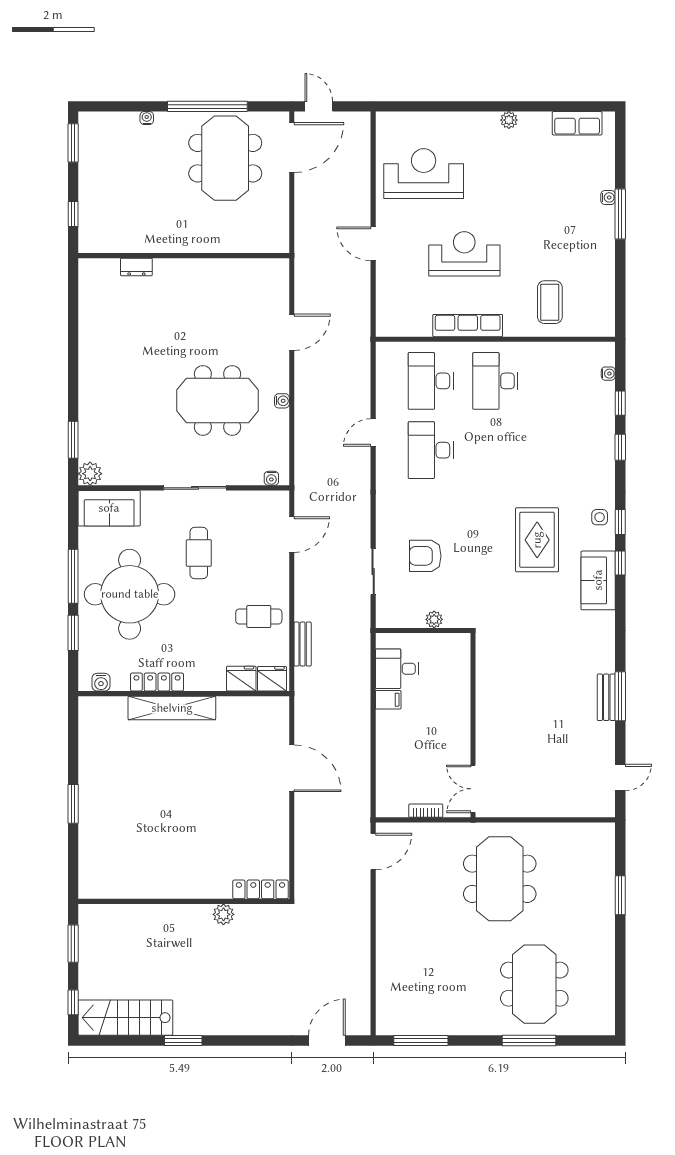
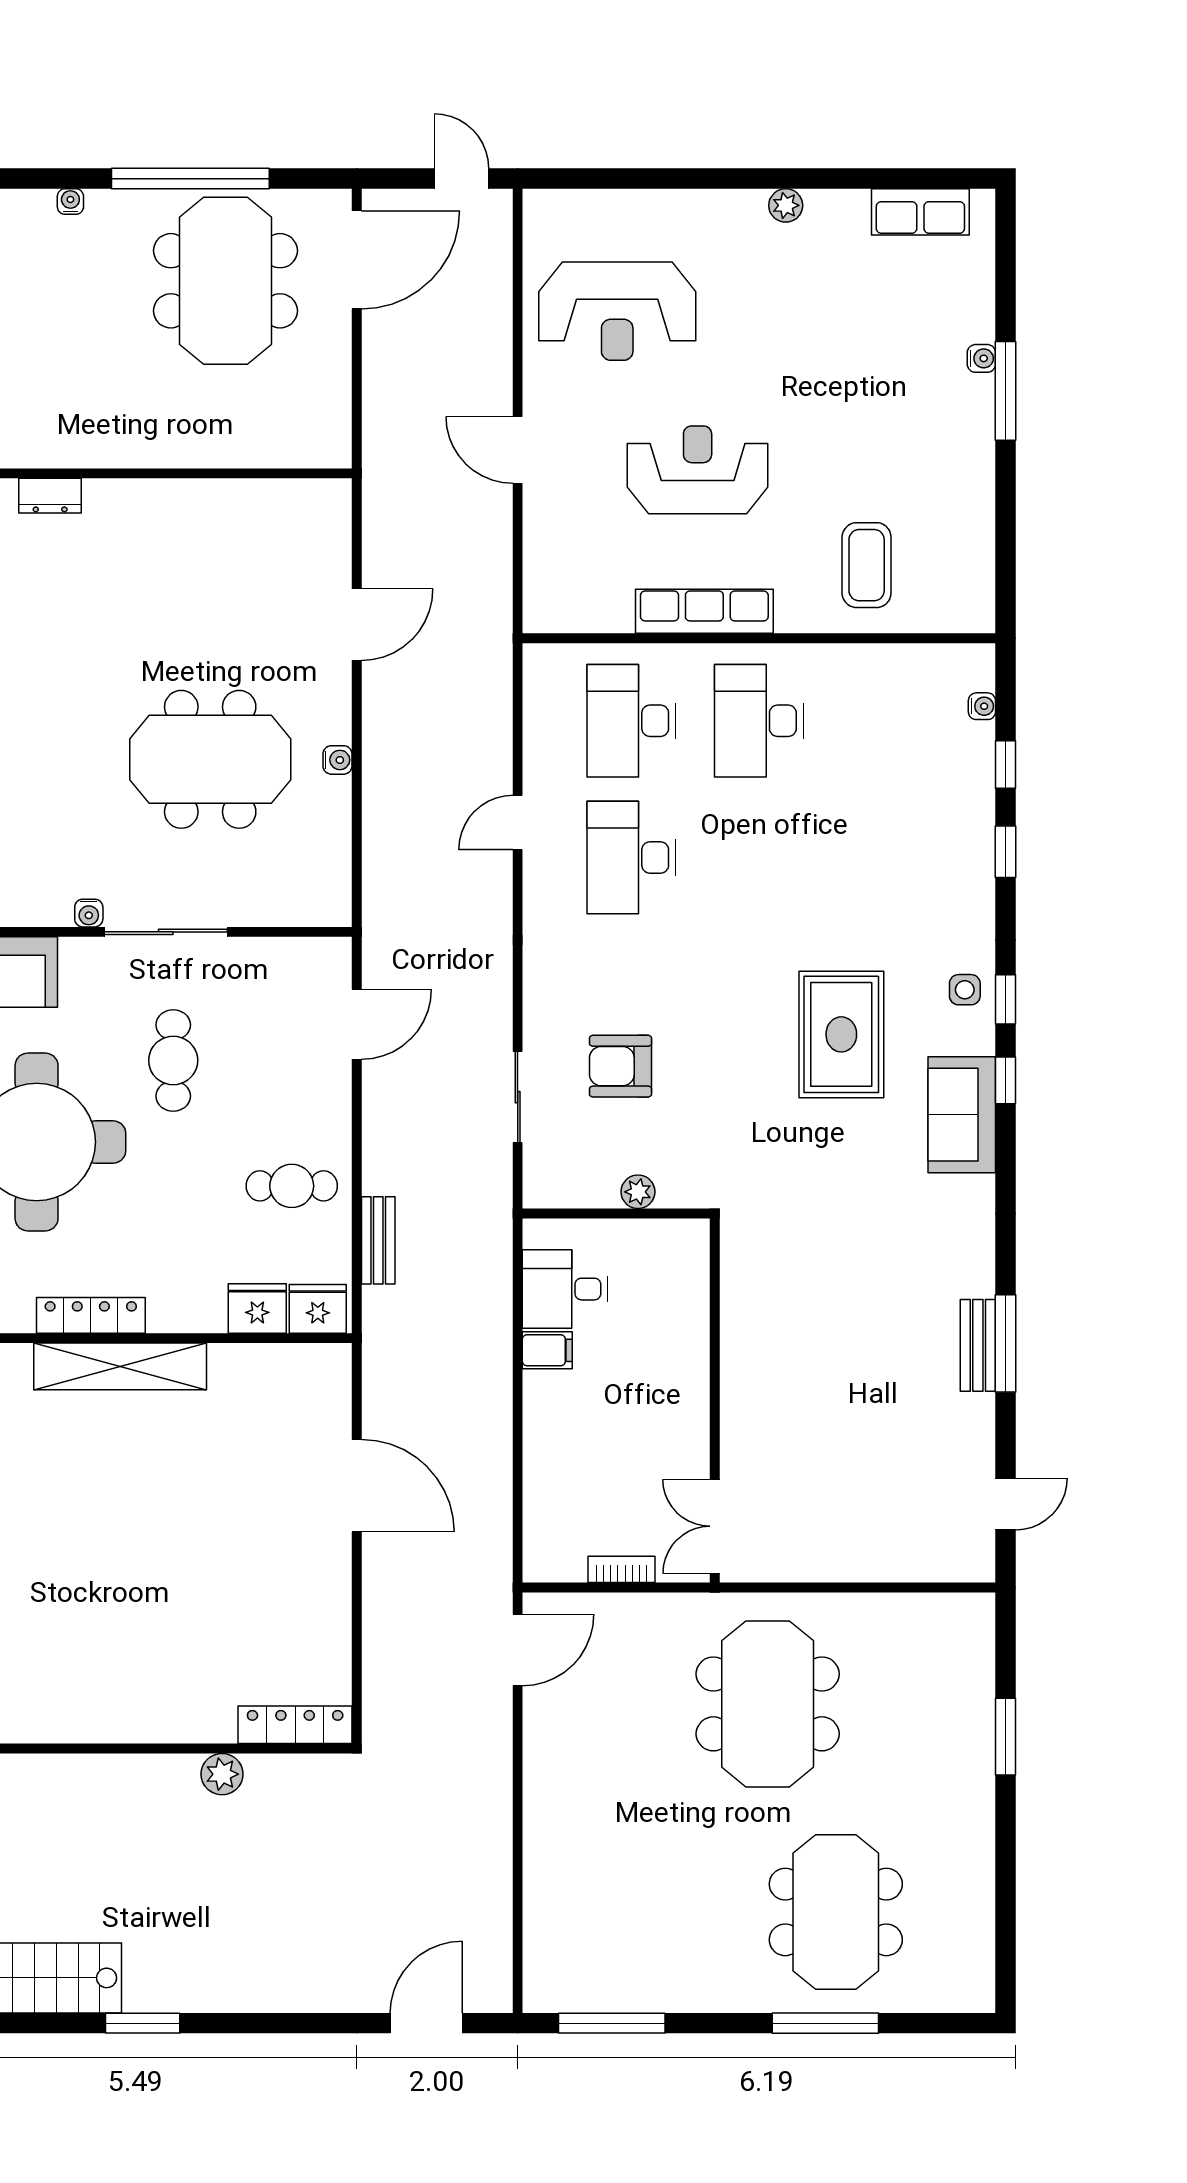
door: (319, 106) -> (462, 179), moved
reception desk: (424, 174) -> (617, 311), turned 180
water cooler: (271, 478) -> (89, 913), moved

